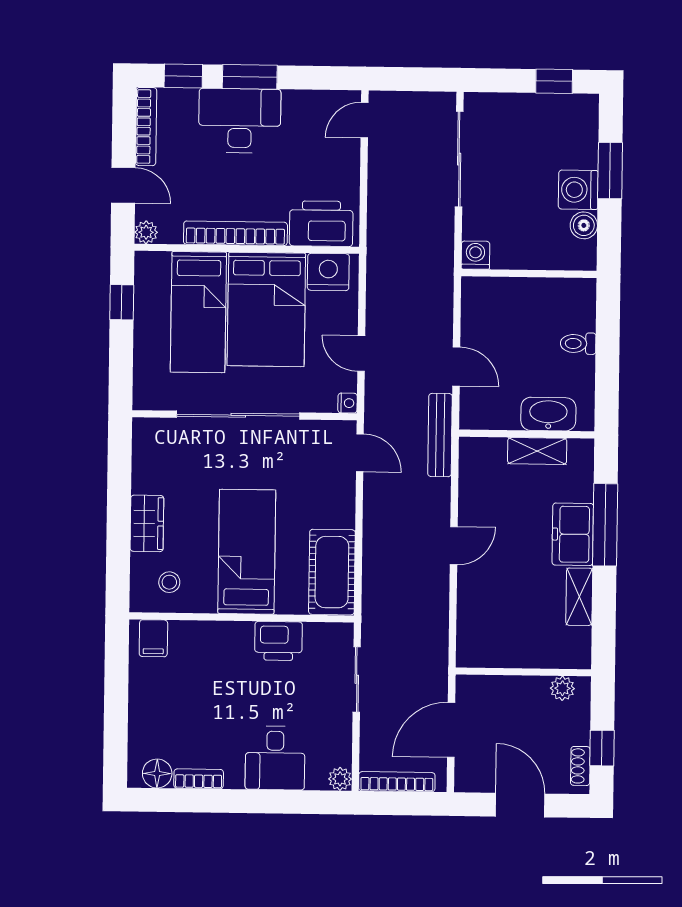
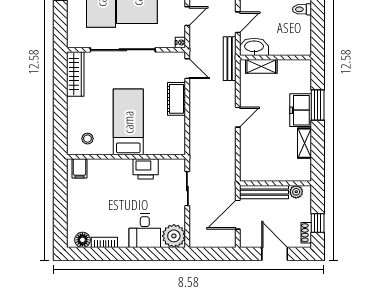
door: (361, 354) -> (187, 16), swing flipped
door: (456, 366) -> (238, 22), hinge flipped
washbasin: (548, 414) -> (254, 47), moved
shelving: (537, 451) -> (261, 66), moved
wardrobe: (147, 523) -> (75, 74), moved, width x1.50
window: (605, 525) -> (318, 105), width x0.69
cot: (332, 572) -> (176, 99), moved, width x0.73, depth x0.75
bench: (502, 688) -> (264, 192), added
plant: (340, 779) -> (174, 236), width x1.88, depth x1.88
bookcase: (397, 782) -> (209, 242), removed

